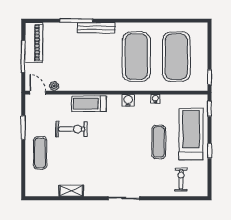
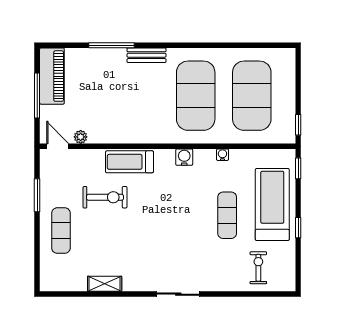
bench: (96, 28) -> (146, 55), width x0.73

